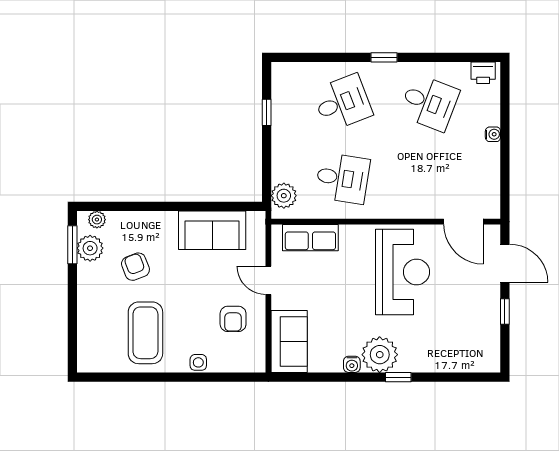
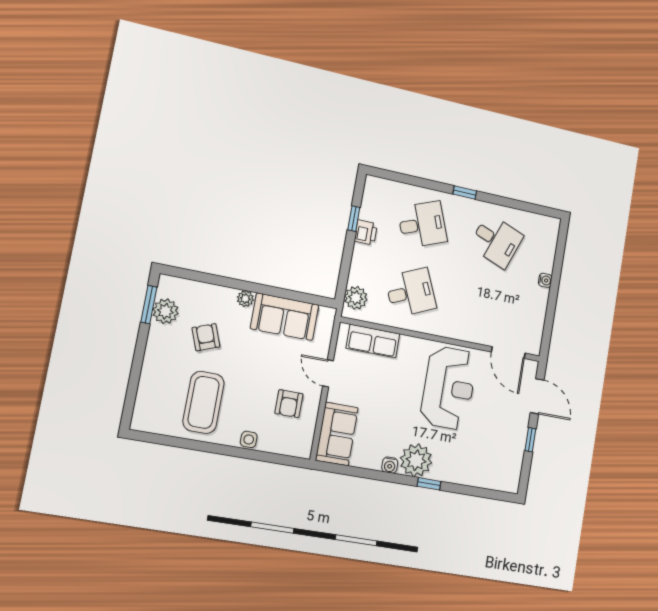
printer: (483, 73) -> (366, 232), moved, turned -90
desk: (342, 178) -> (411, 293), turned -33
plant: (97, 220) -> (245, 299), moved

